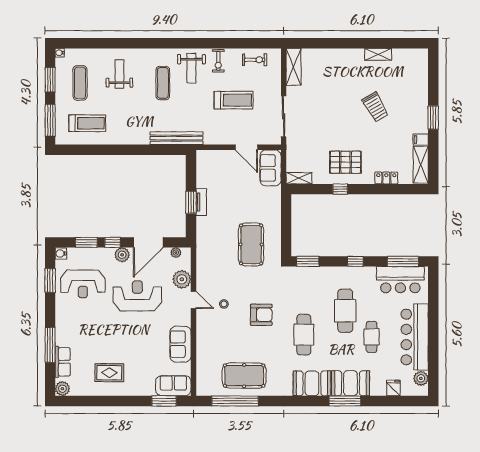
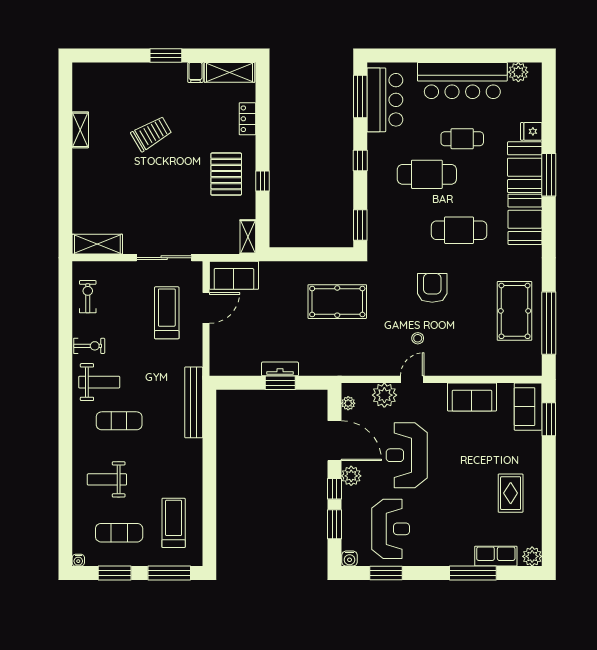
treadmill: (234, 100) -> (167, 313), moved
fridge: (393, 388) -> (531, 131), moved

